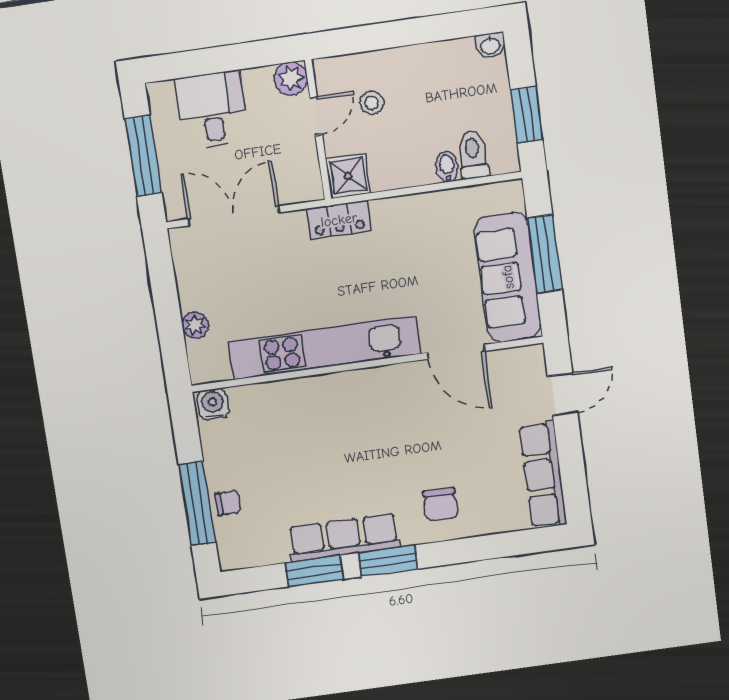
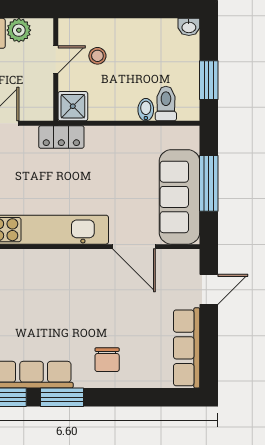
plant: (291, 79) -> (19, 30), moved

